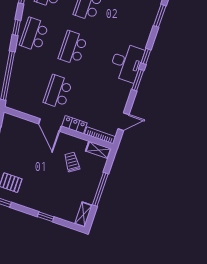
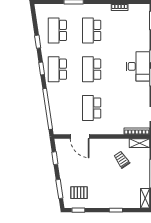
door: (50, 125) -> (80, 137), moved
locker: (74, 125) -> (114, 130), removed

